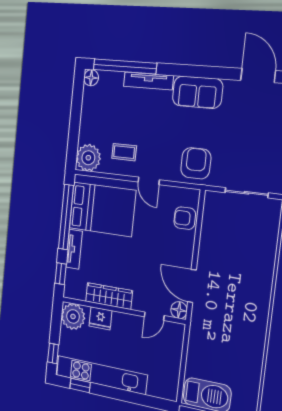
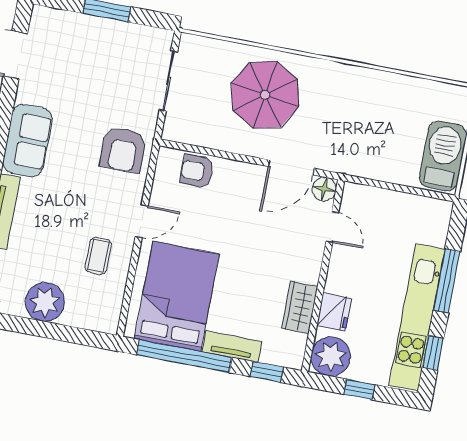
plant: (88, 158) -> (45, 302), moved
armchair: (196, 163) -> (123, 150), turned -90
armchair: (185, 218) -> (197, 171), turned 90
parasol: (241, 265) -> (265, 95), added
wardrobe: (109, 296) -> (300, 307), width x0.67
window: (53, 353) -> (359, 389), moved
window: (125, 396) -> (447, 281), added

